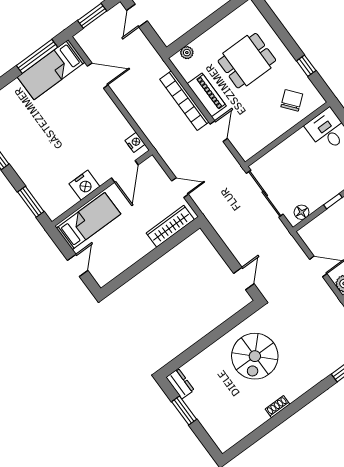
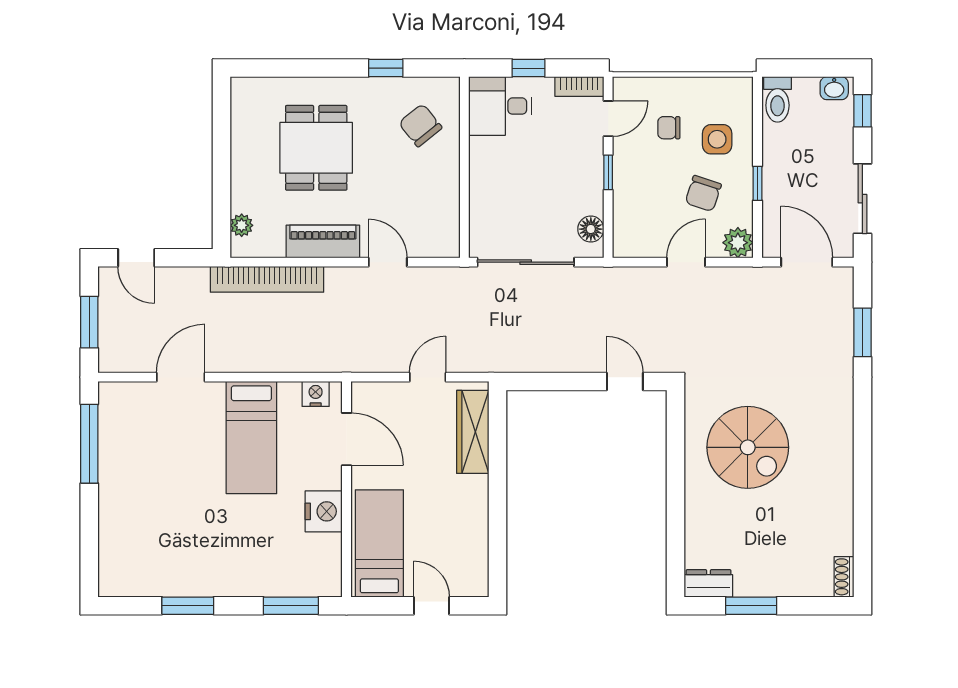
bed: (51, 70) -> (251, 438), moved
bookcase: (184, 101) -> (267, 279), moved
shoe rack: (278, 407) -> (844, 577), moved

